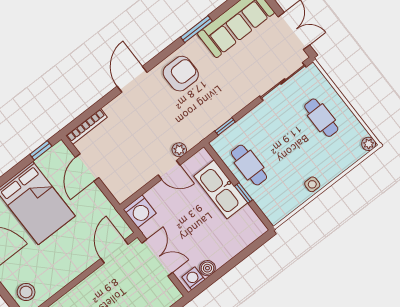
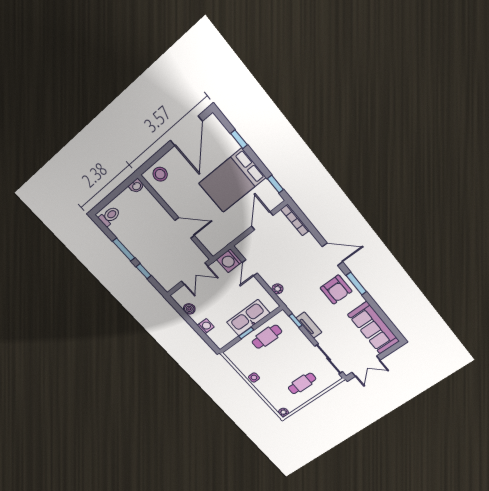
window: (196, 29) -> (356, 284), moved
tv unit: (232, 109) -> (309, 325), added
door: (87, 168) -> (262, 221), hinge flipped
door: (169, 170) -> (250, 268), moved
door: (114, 251) -> (185, 228), moved
washing machine: (193, 278) -> (206, 326), moved

